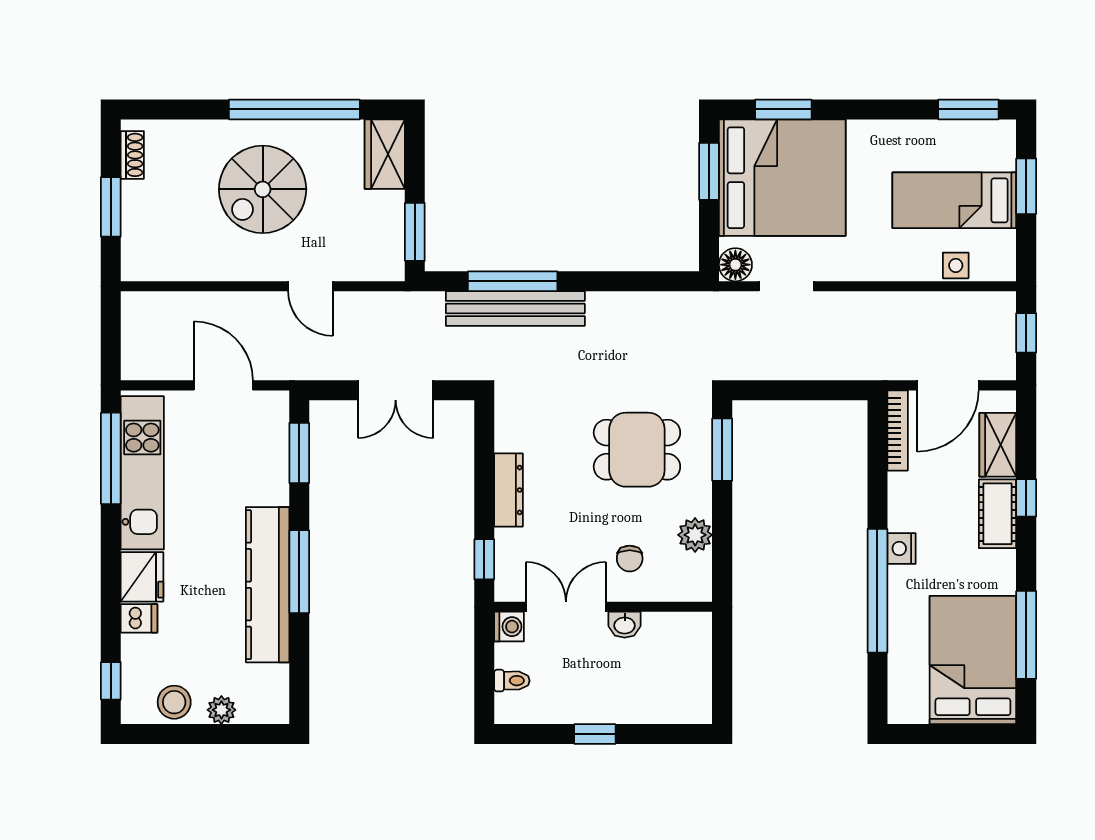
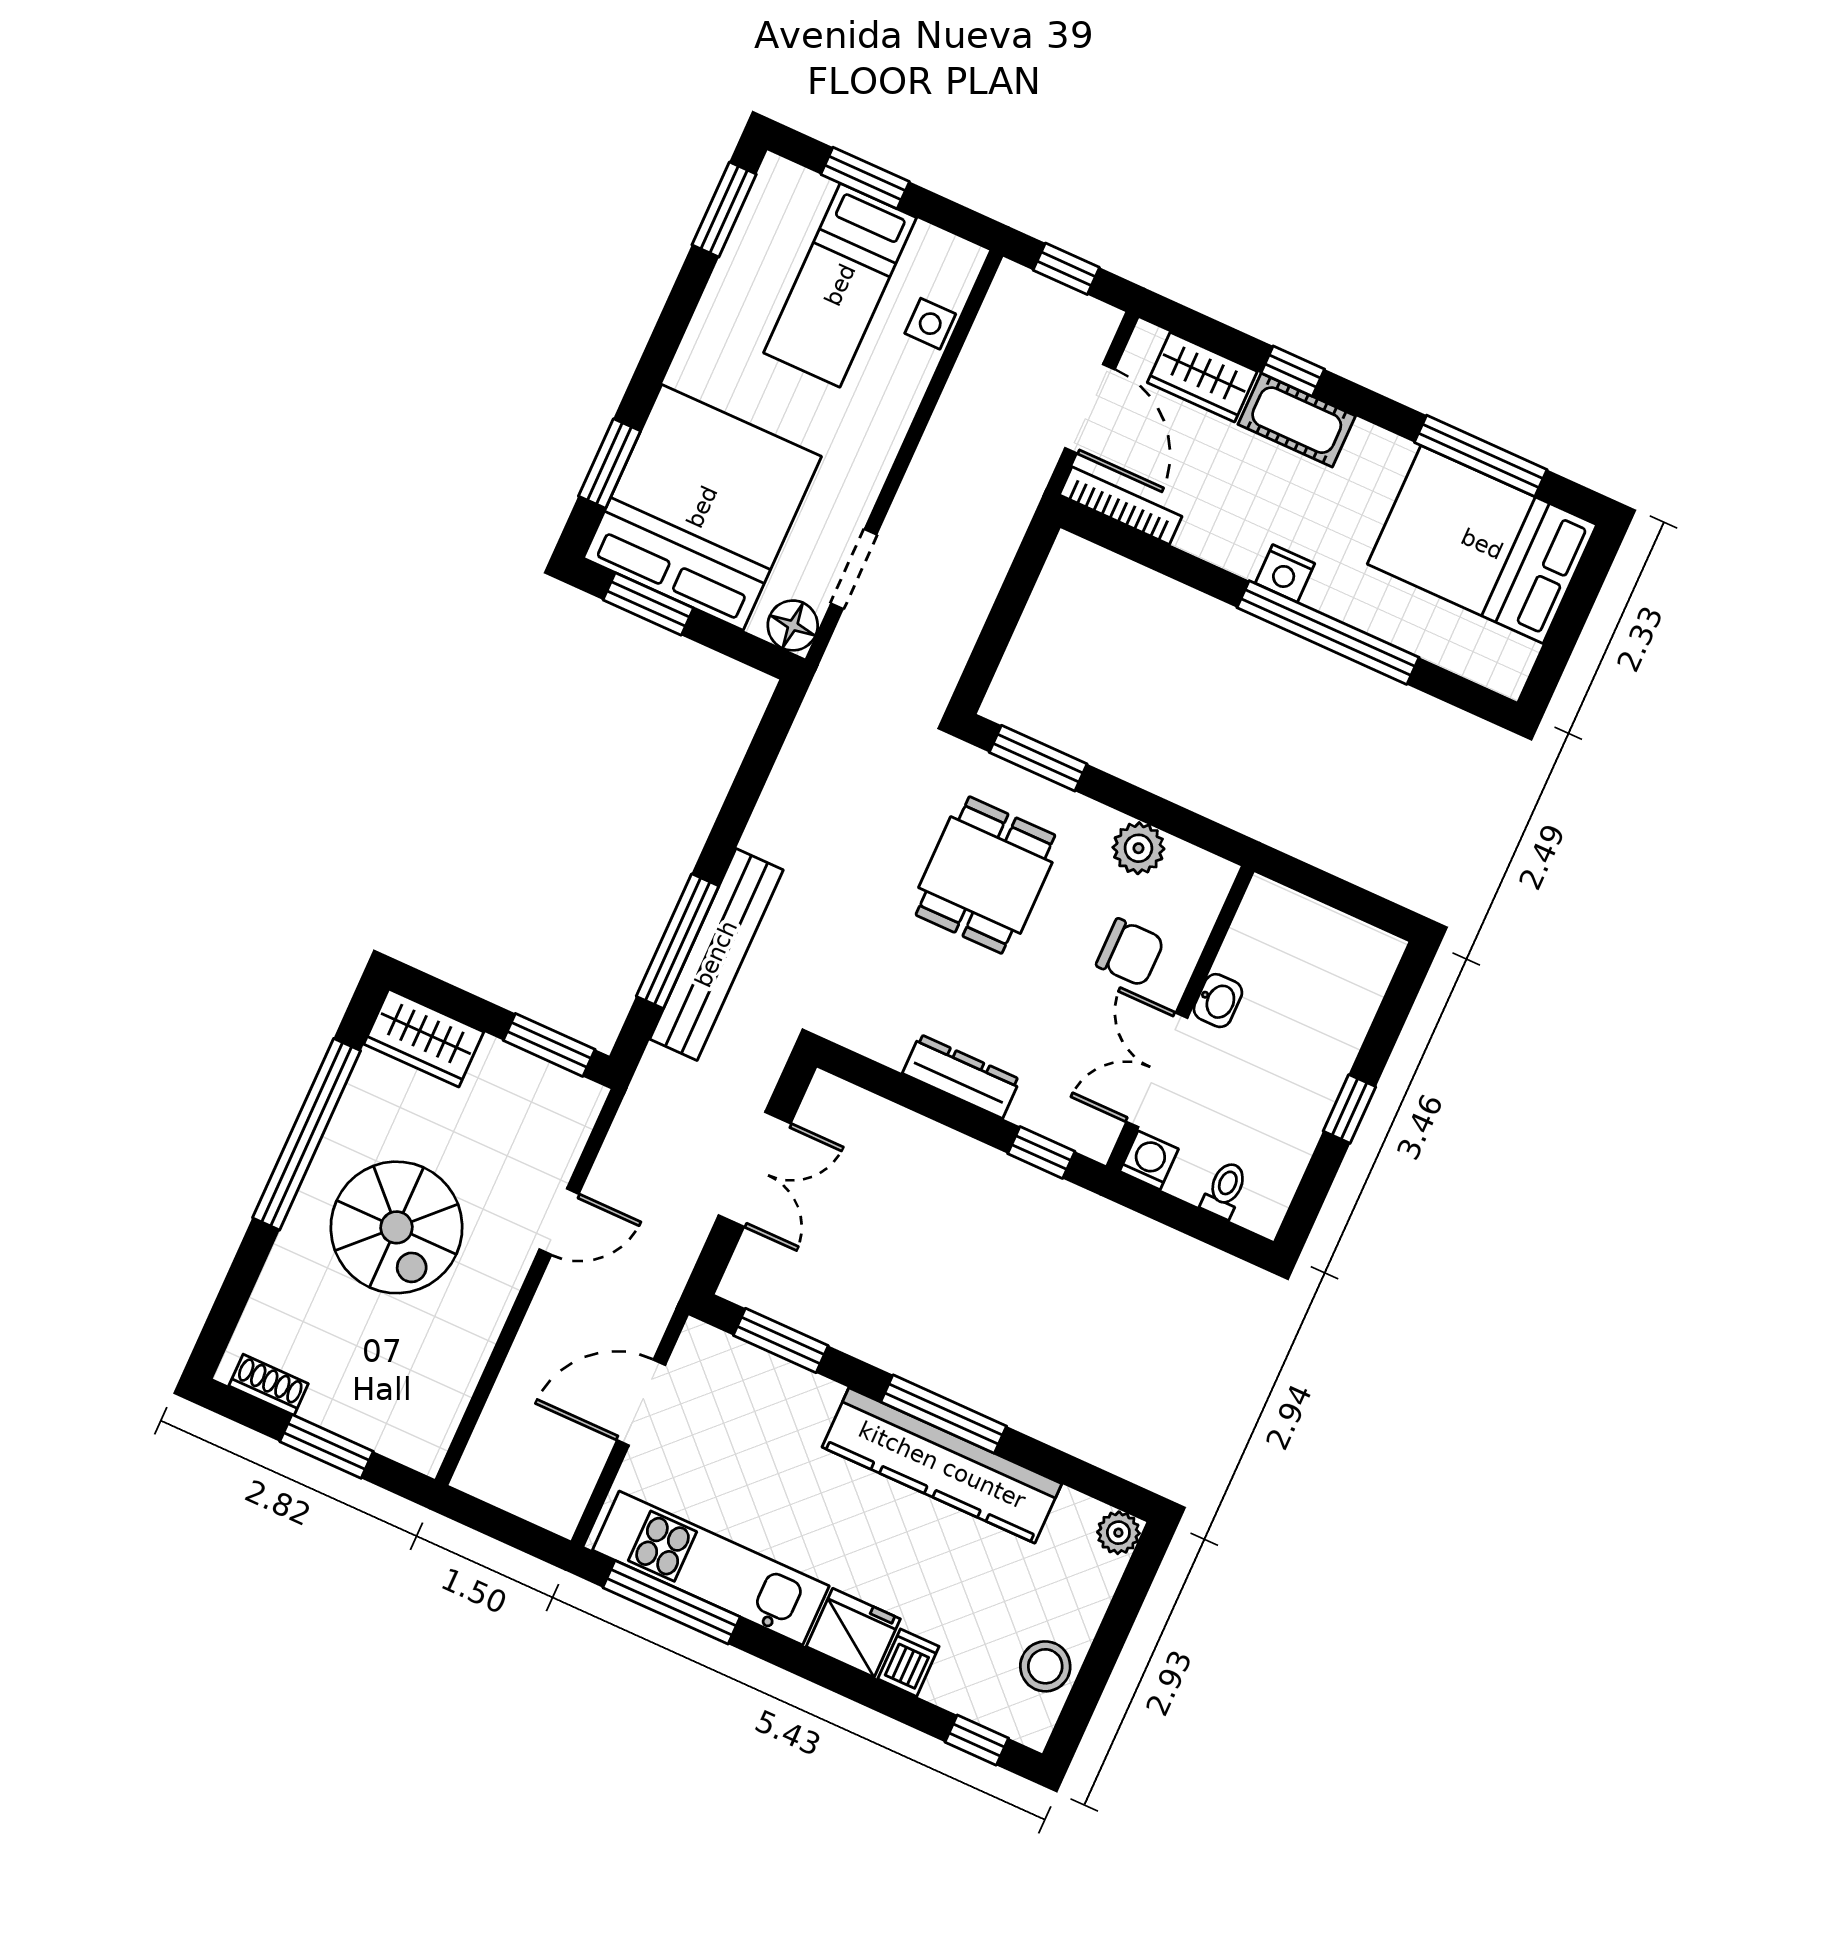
chair: (630, 559) -> (1130, 952), width x1.37, depth x1.37
plant: (221, 710) -> (1118, 1533), moved

